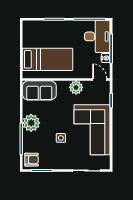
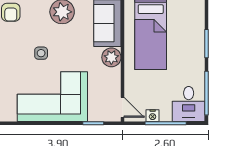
desk: (97, 36) -> (189, 104), width x0.73
door: (100, 79) -> (123, 107), hinge flipped
plant: (76, 87) -> (111, 57), moved

